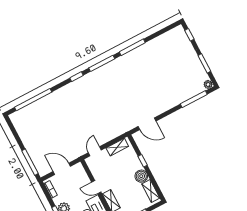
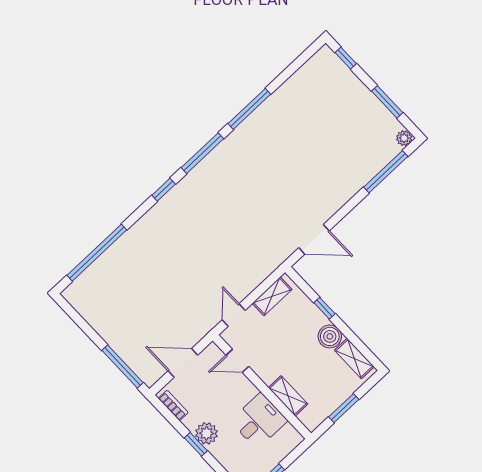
door: (96, 187) -> (237, 361), moved

